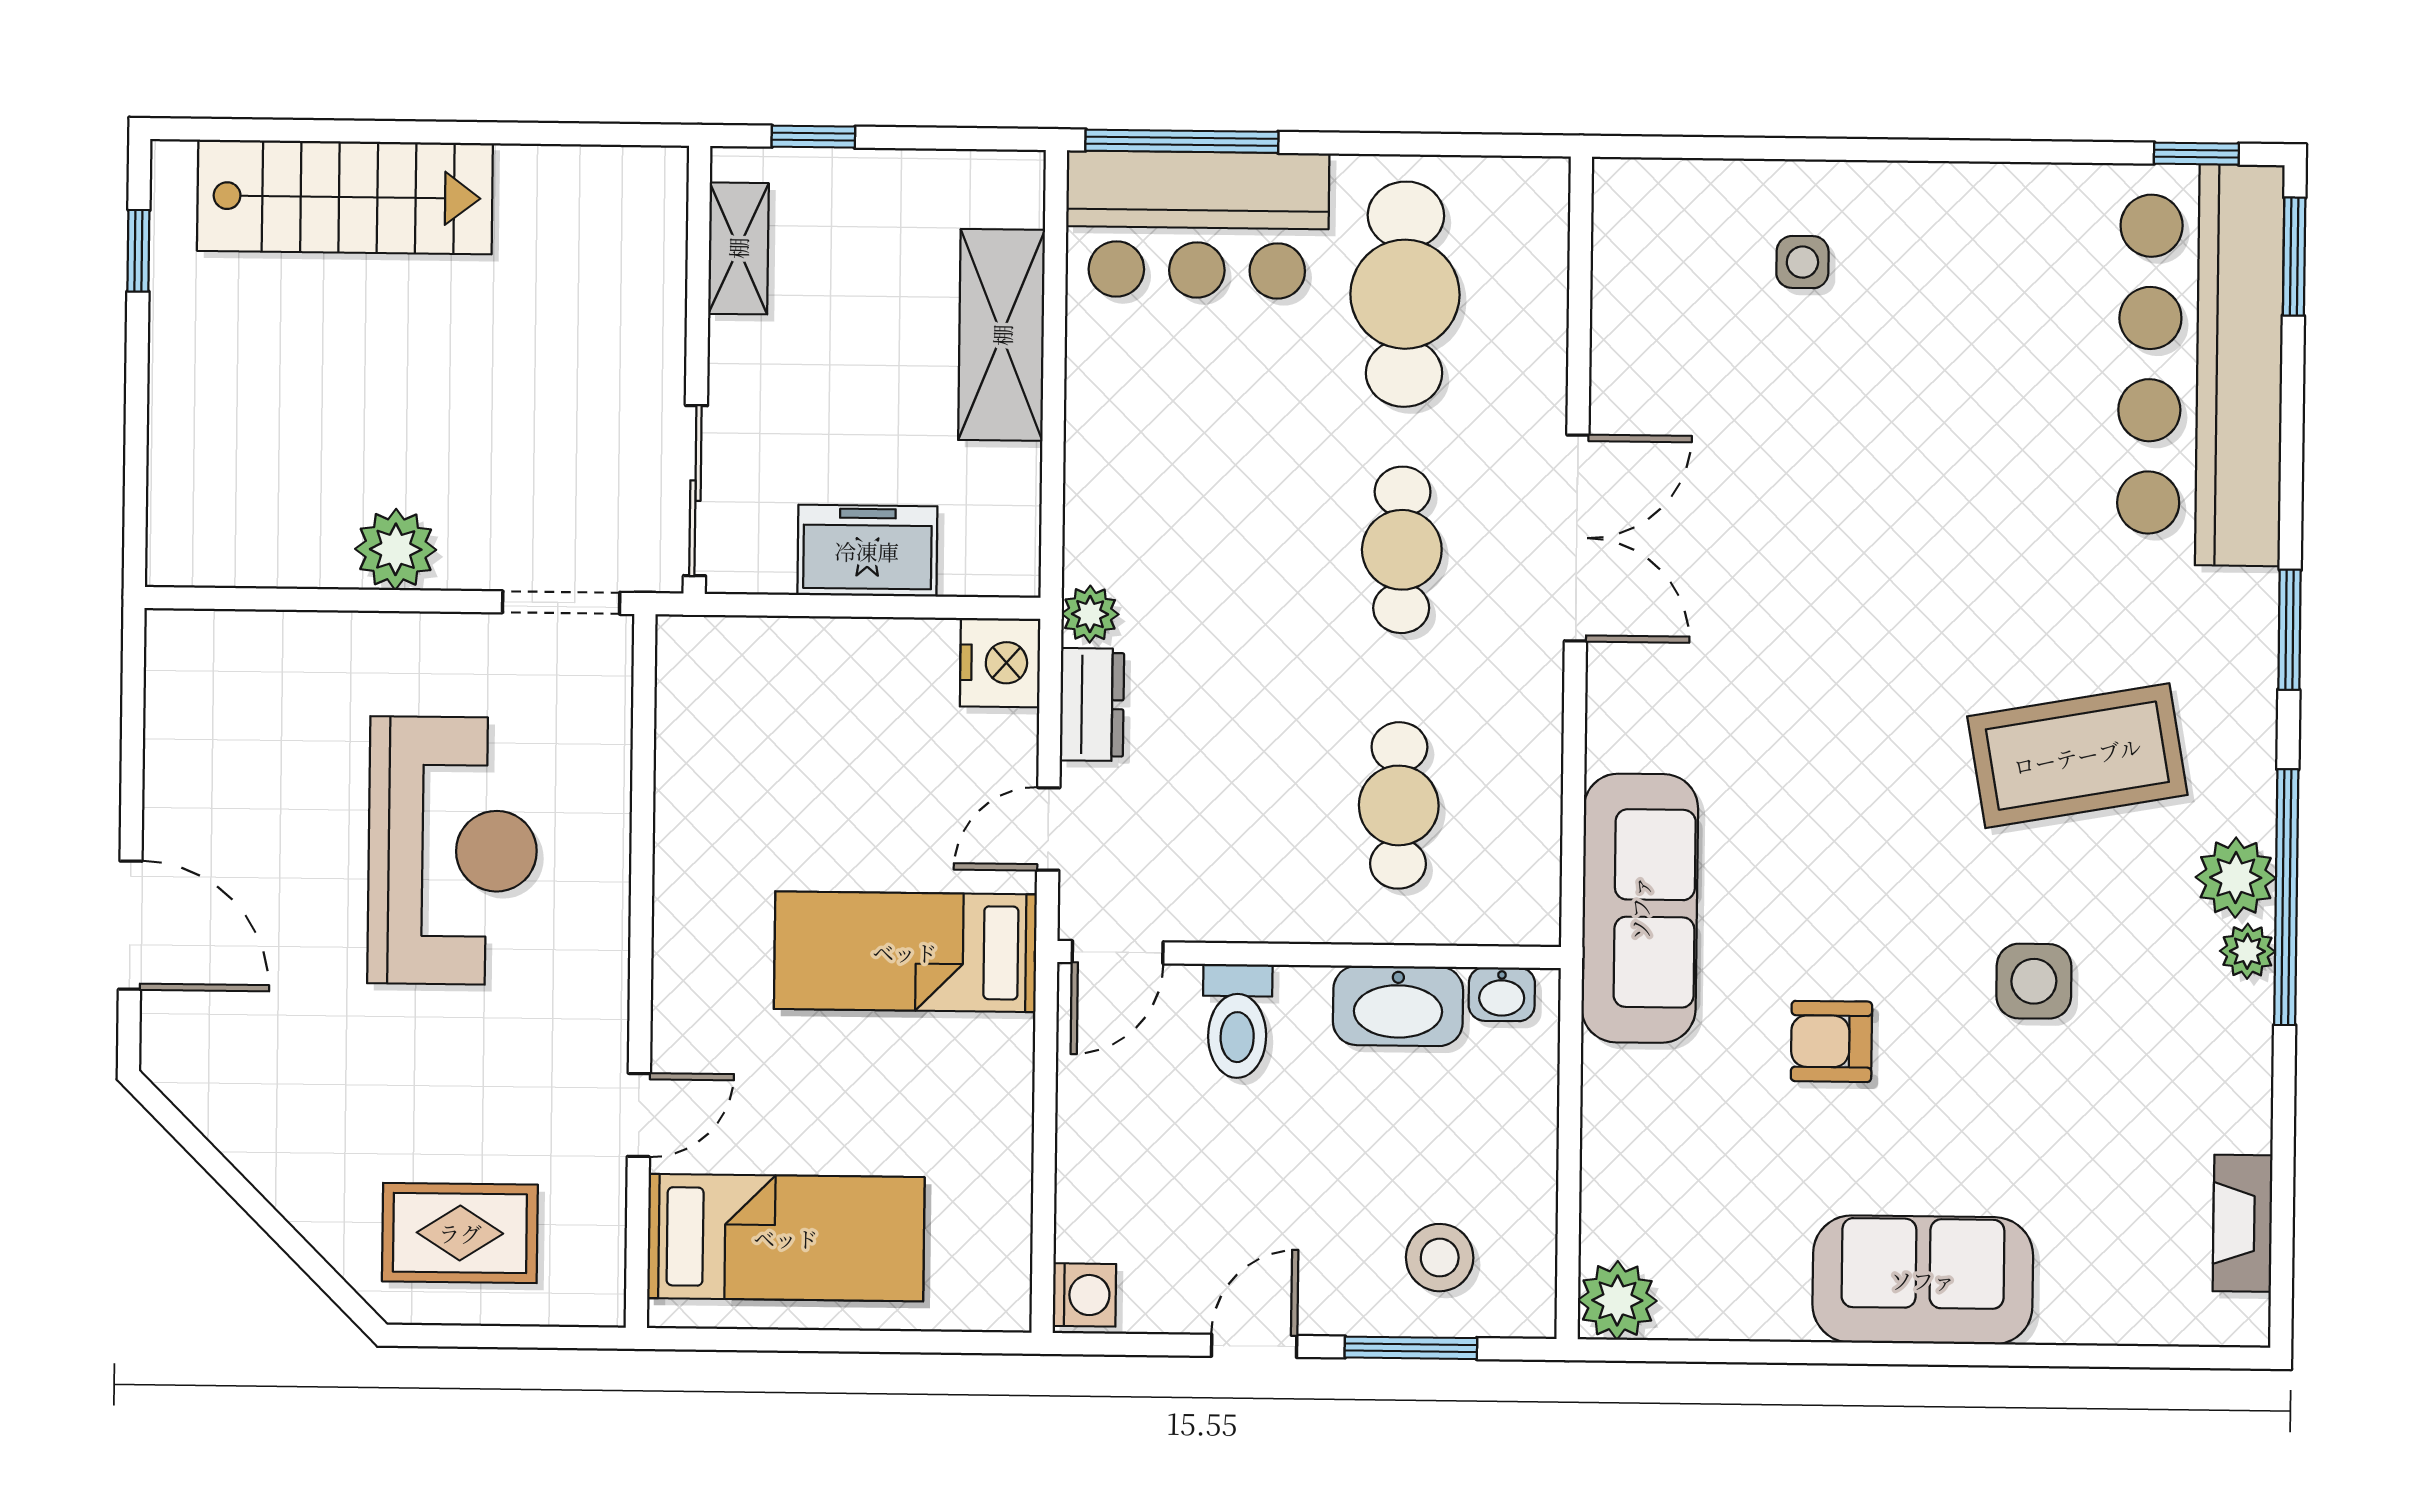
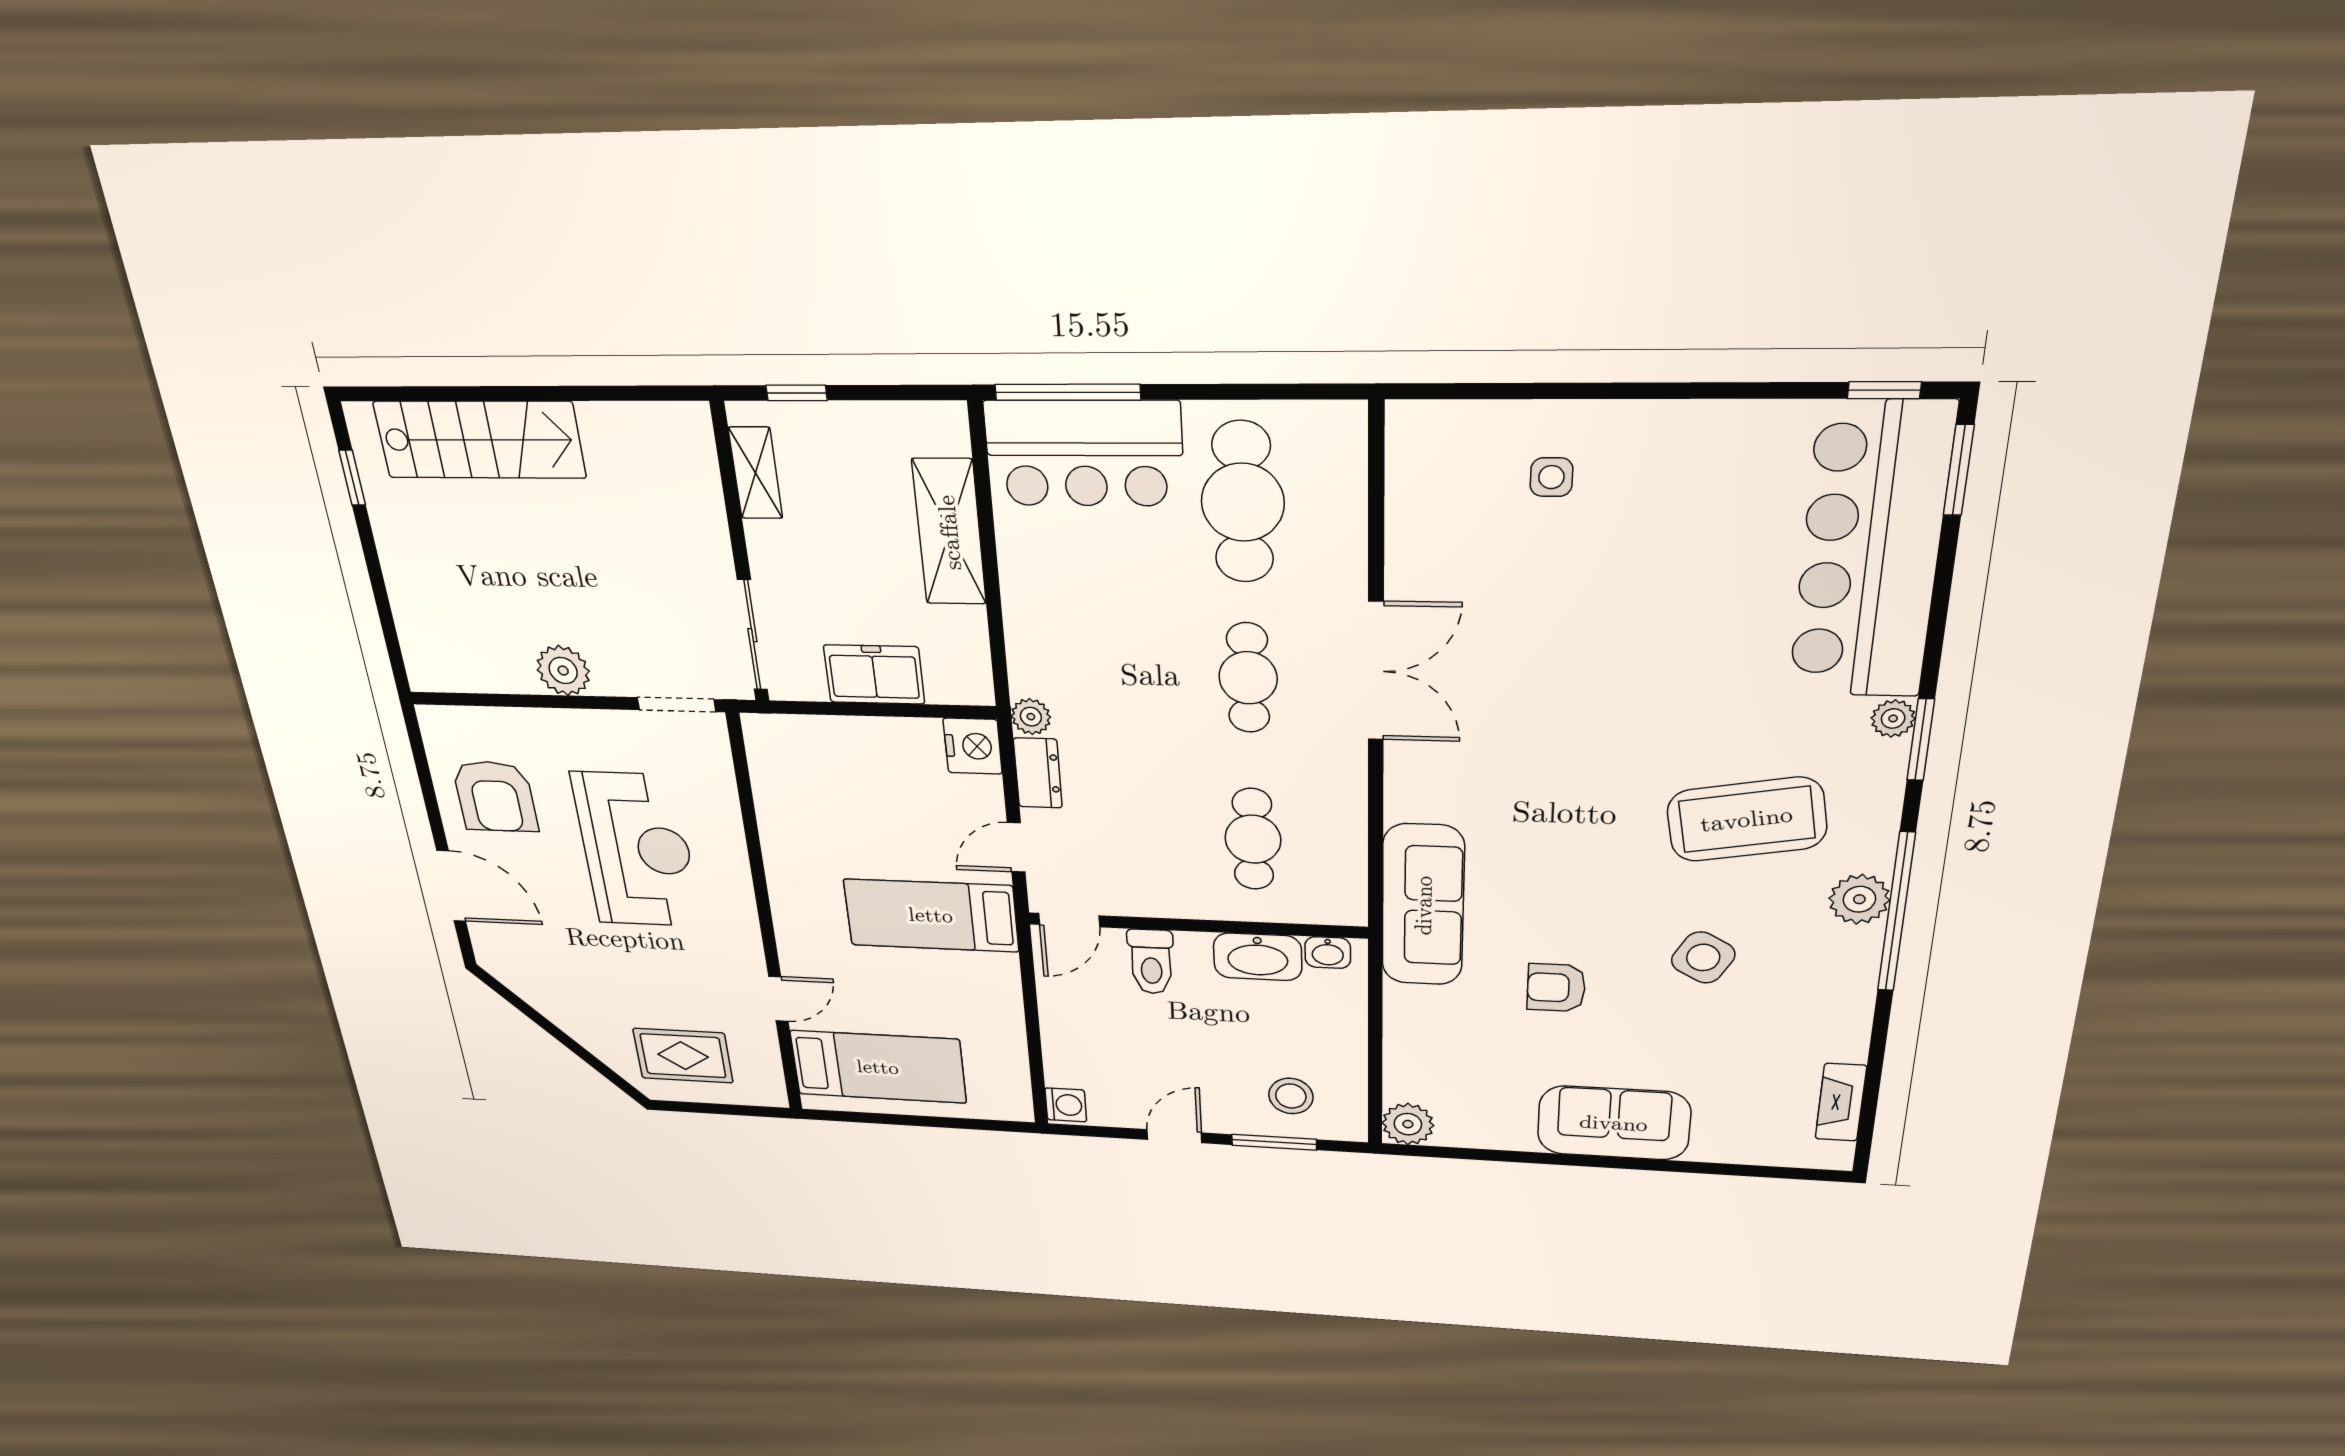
armchair: (241, 763) -> (495, 796), added
plant: (2247, 951) -> (1893, 718), moved
side table: (2034, 981) -> (1703, 957), turned 30

